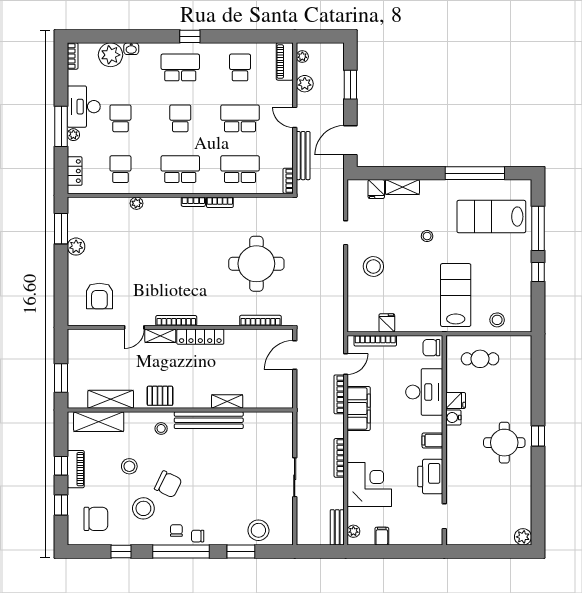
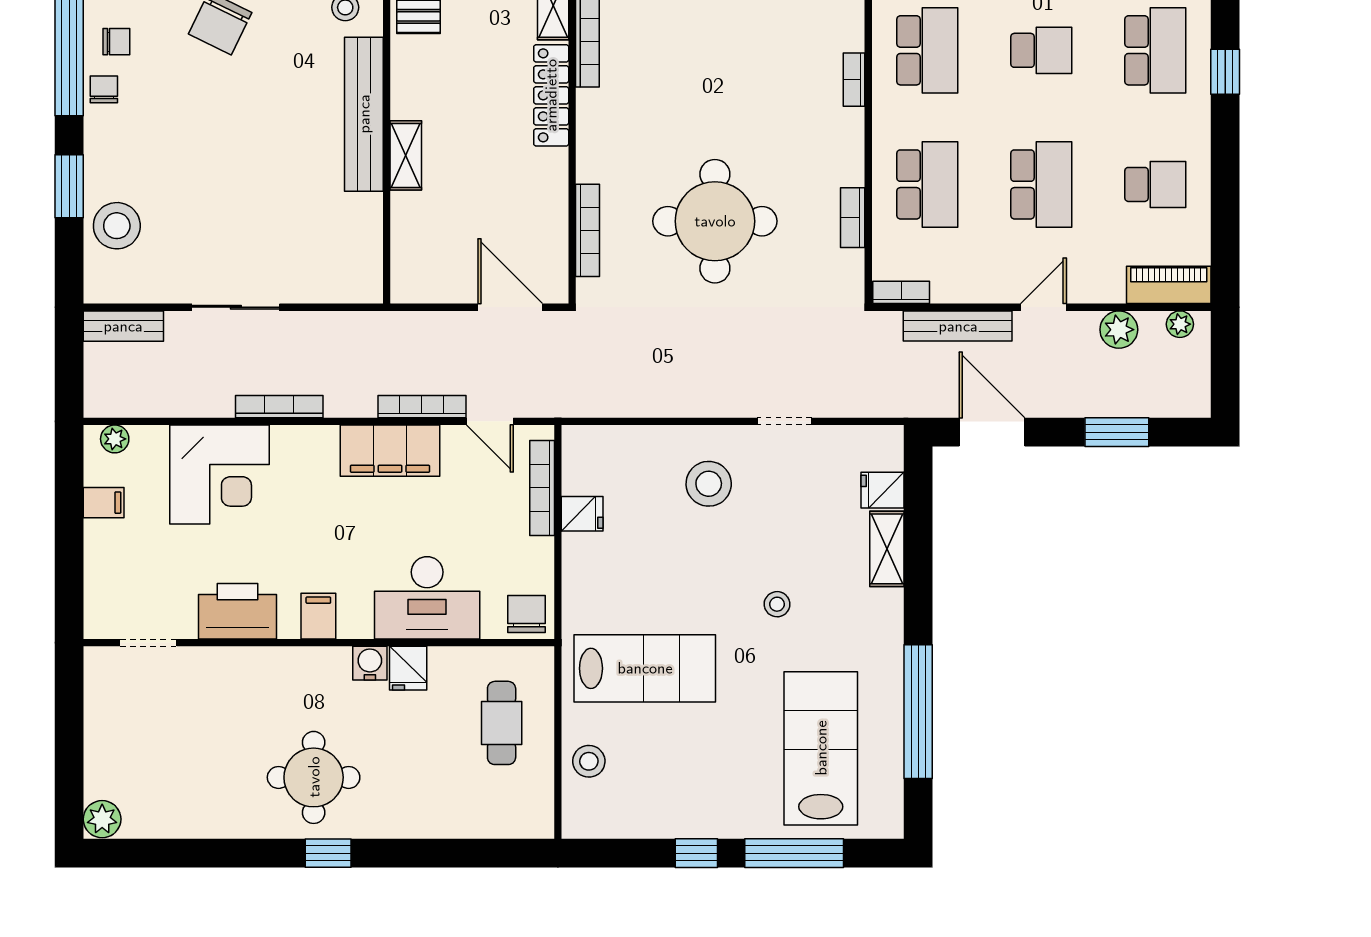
bookcase: (220, 202) -> (853, 218), moved
bench: (337, 527) -> (123, 326), moved

